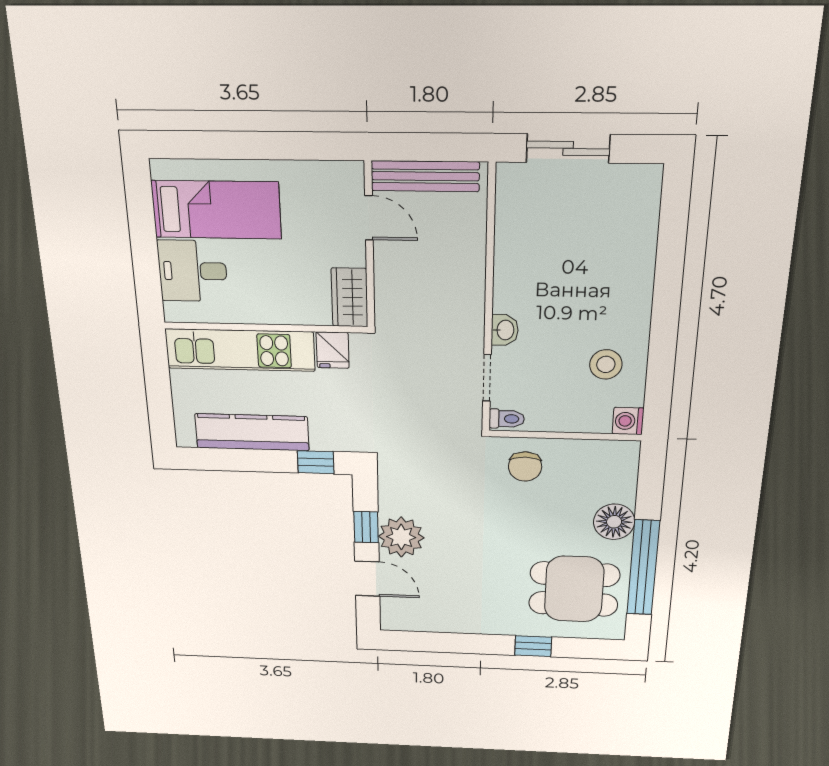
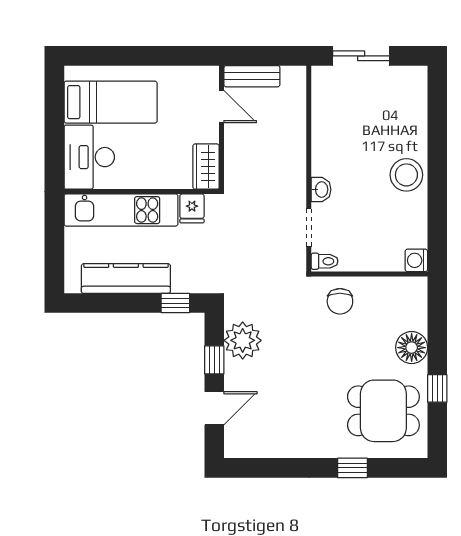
bench: (425, 176) -> (252, 76), width x0.73
desk: (193, 271) -> (89, 157), width x1.37
stool: (606, 364) -> (406, 175), moved, width x1.38, depth x1.38
plant: (401, 537) -> (243, 340), moved
window: (643, 568) -> (437, 388), width x0.32
door: (367, 579) -> (214, 408), hinge flipped

